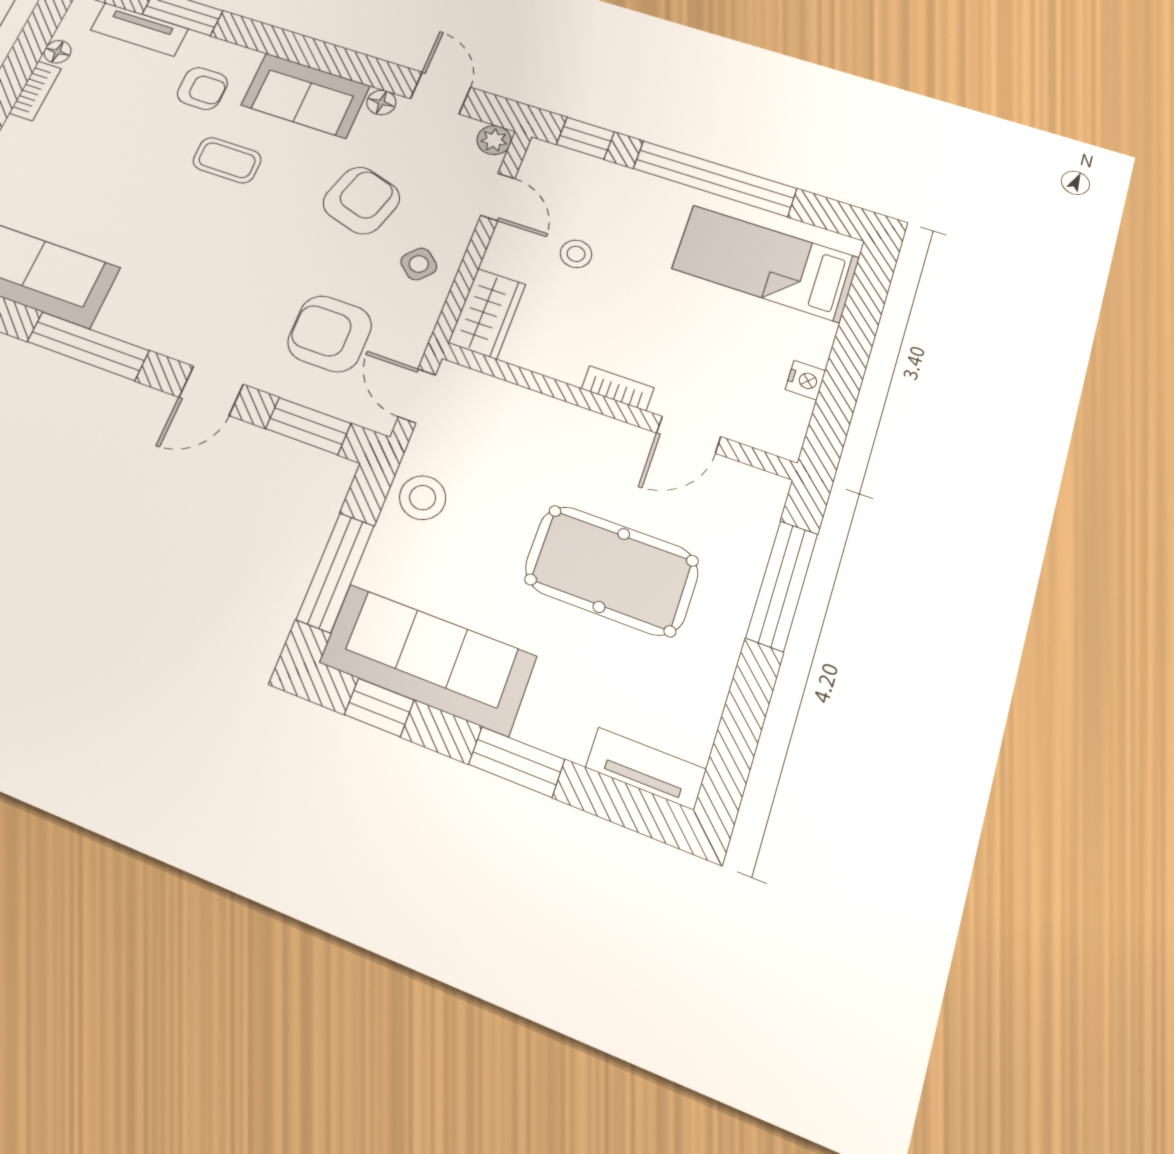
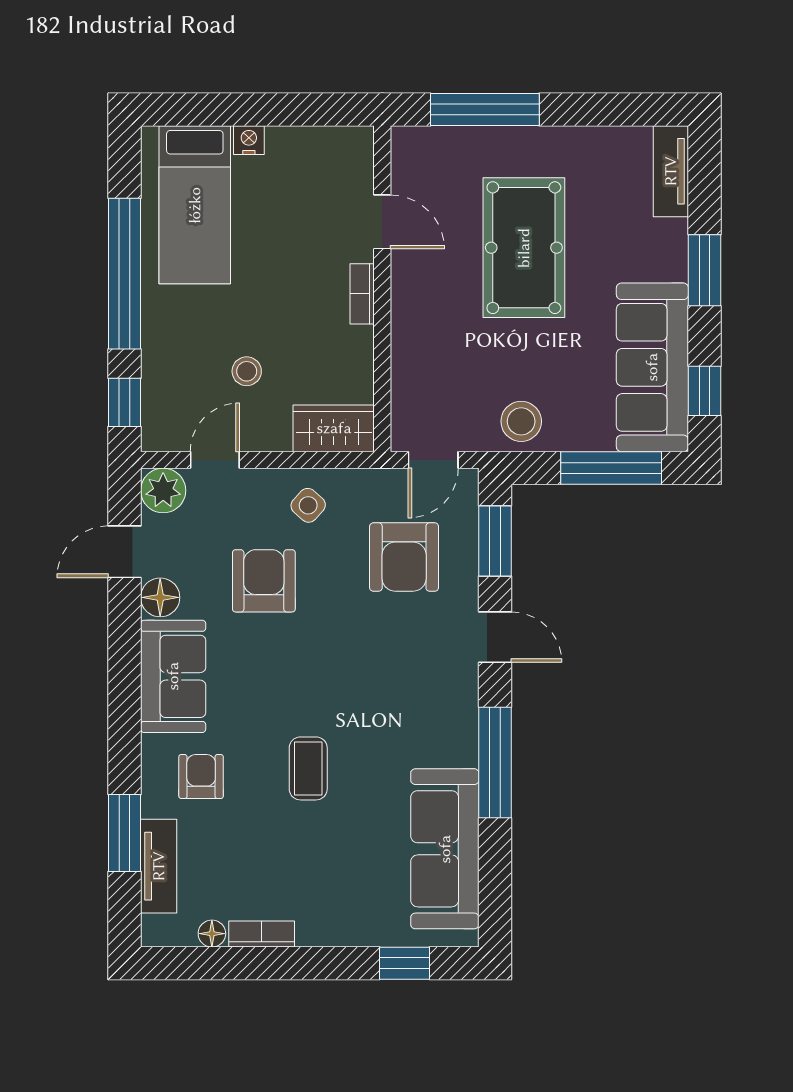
floor lamp: (381, 103) -> (160, 597), width x1.37, depth x1.37
plant: (494, 140) -> (163, 490), width x1.38, depth x1.38
coffee table: (227, 160) -> (308, 768), moved
armchair: (361, 200) -> (264, 581), turned 73
nightstand: (805, 380) -> (249, 140), moved

